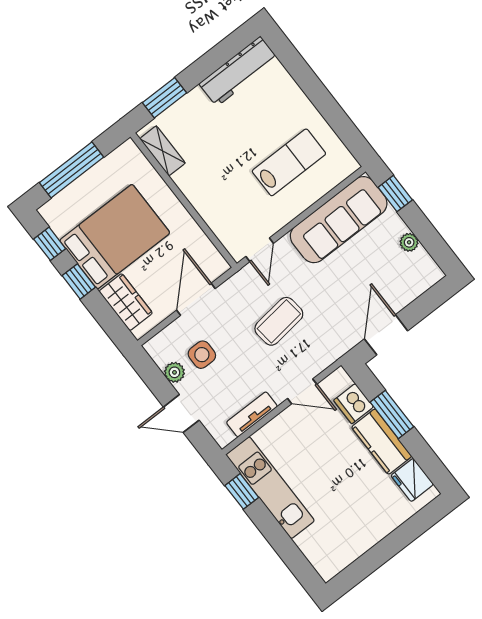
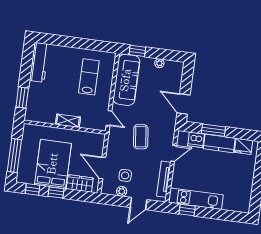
shelving: (163, 151) -> (68, 121), moved
door: (196, 299) -> (102, 168), moved
tv unit: (252, 414) -> (164, 179), width x1.41

